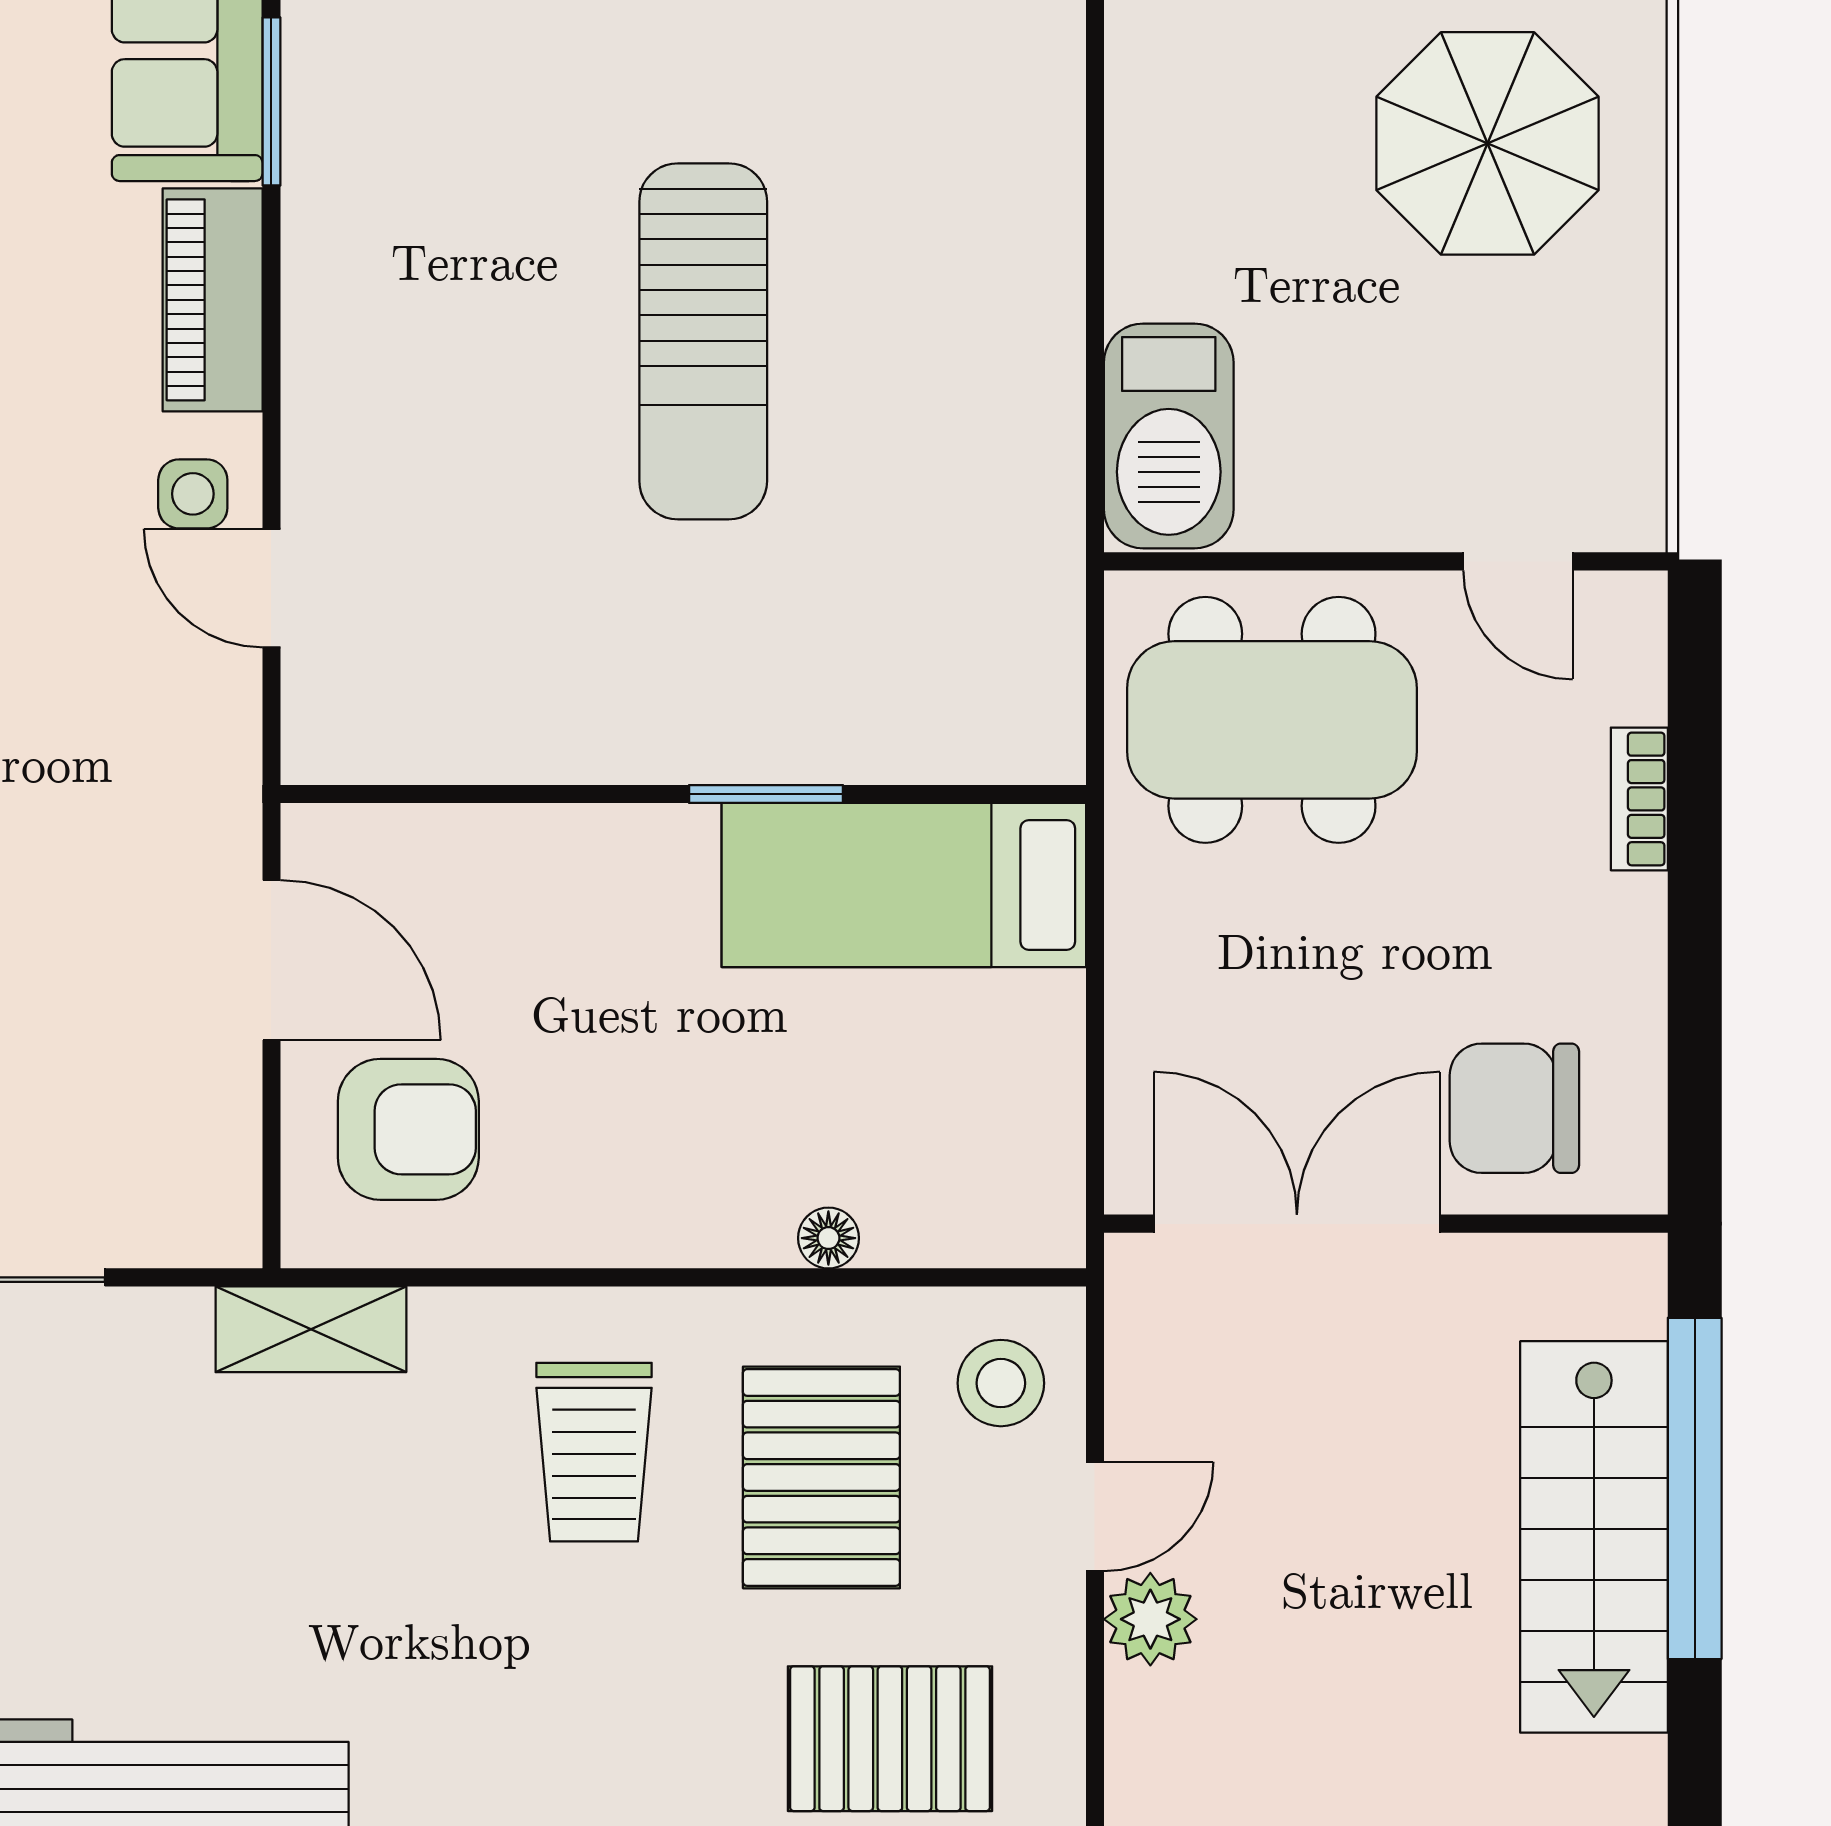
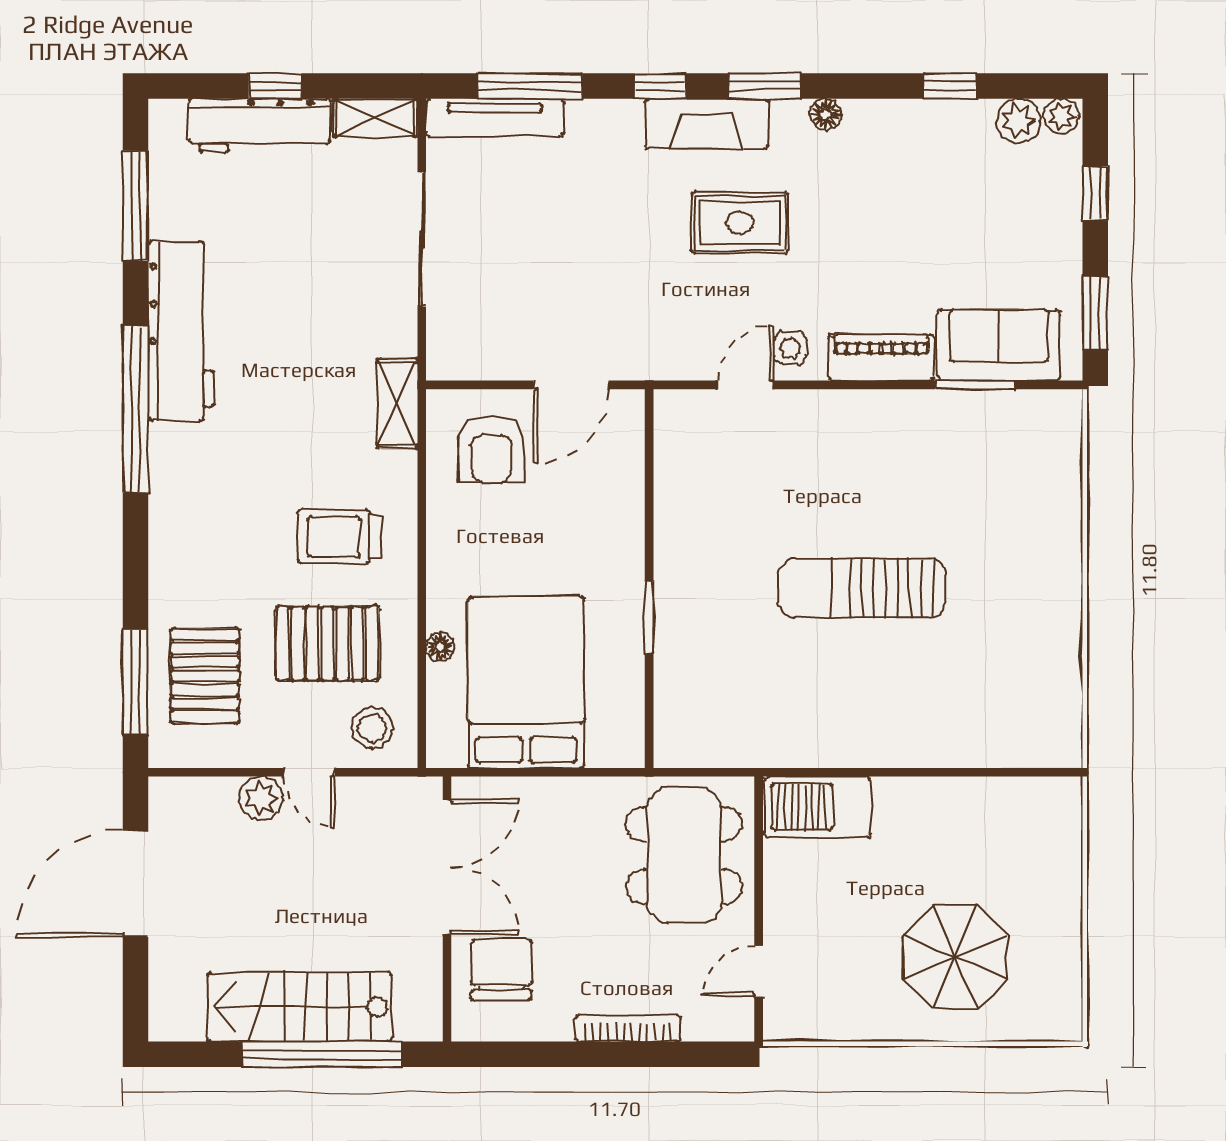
bookcase: (1639, 799) -> (628, 1028), width x1.56
bed: (904, 885) -> (526, 682), moved, width x1.50

